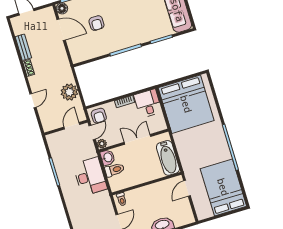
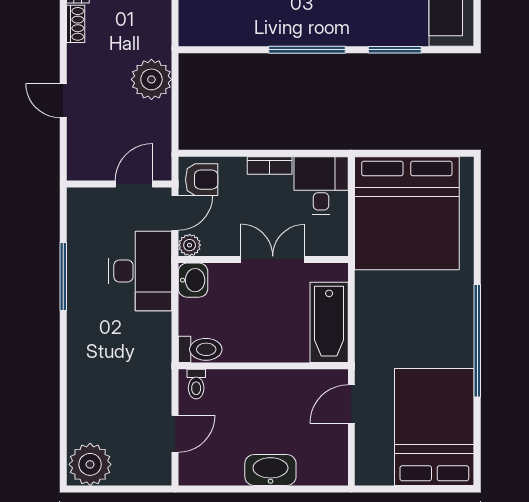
plant: (69, 92) -> (151, 79), moved
door: (33, 101) -> (63, 101), swing flipped
armchair: (99, 116) -> (202, 180), turned -90
toilet: (114, 170) -> (200, 349), moved
desk: (90, 176) -> (140, 271), moved

